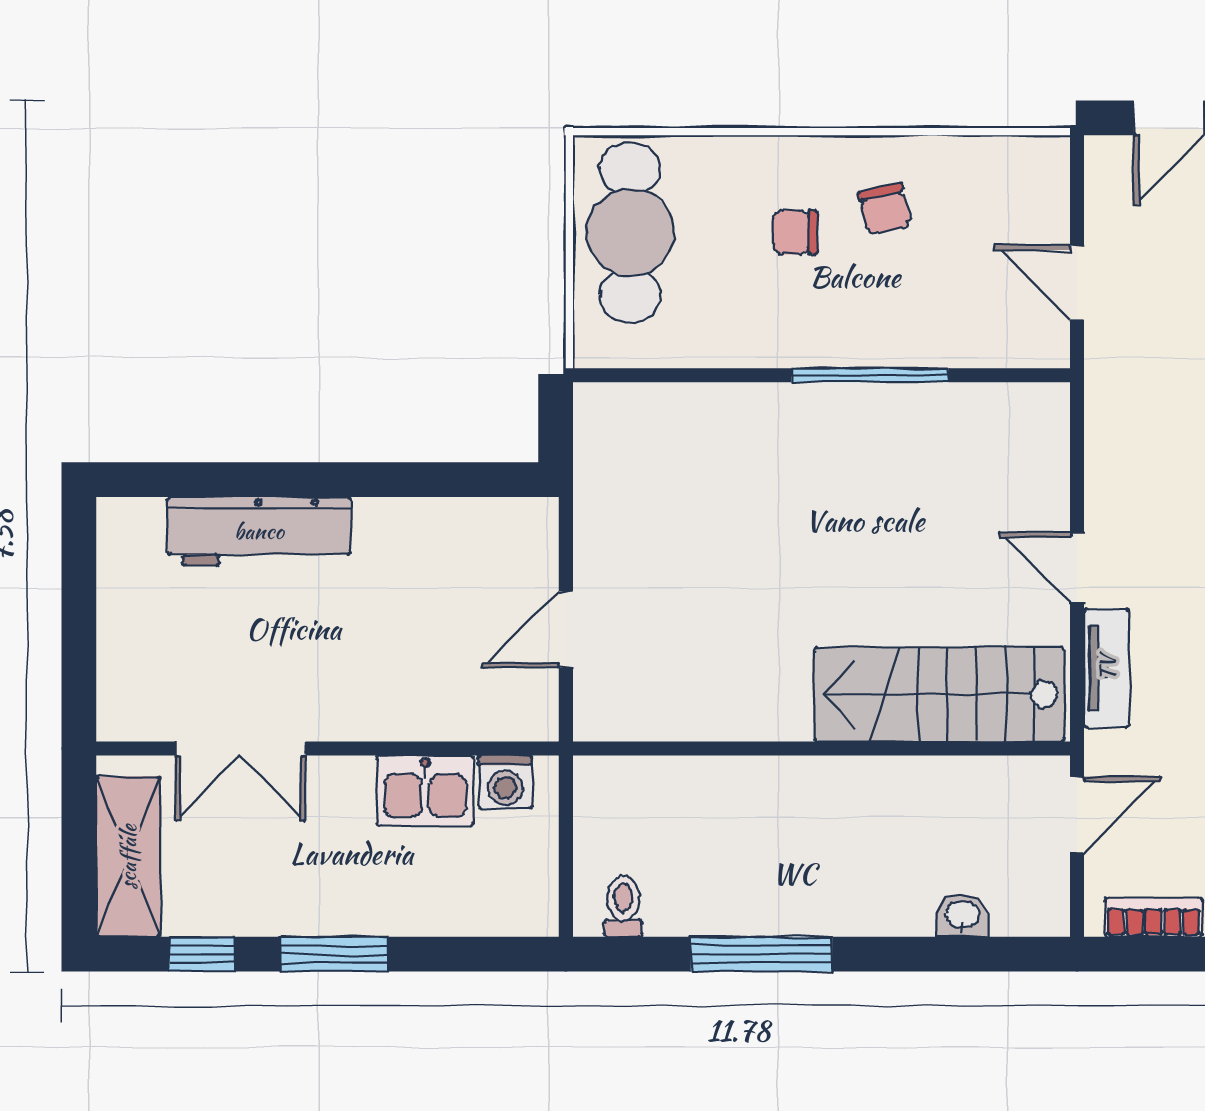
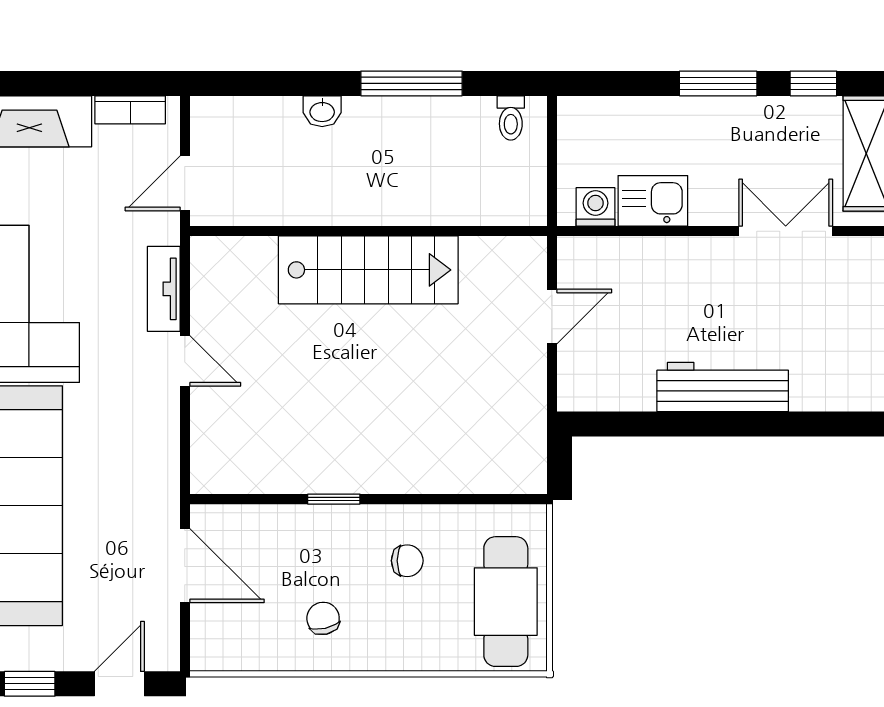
chair: (795, 232) -> (407, 561), moved
door: (1077, 282) -> (185, 566), width x1.38
window: (870, 375) -> (334, 499), width x0.46
workbench: (259, 531) -> (723, 387), moved
stairs: (939, 694) -> (368, 270), moved
washbasin: (962, 916) -> (322, 111), moved

